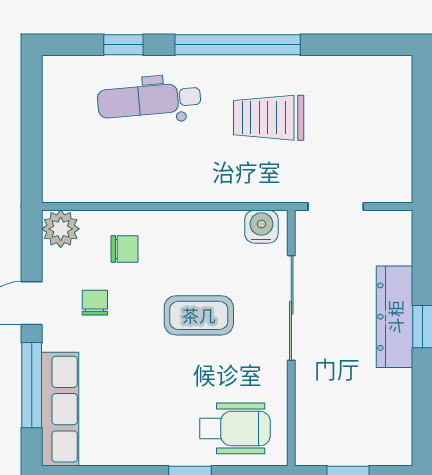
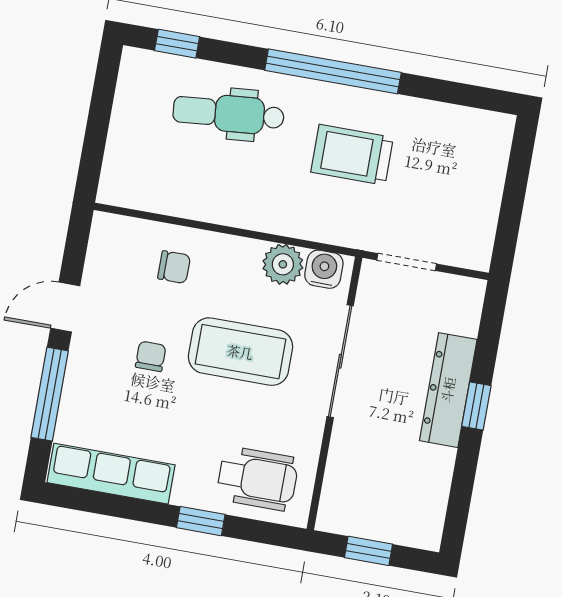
window: (123, 45) -> (177, 44), moved
plant: (61, 229) -> (283, 264), moved
chair: (95, 303) -> (151, 356), moved
coffee table: (199, 315) -> (240, 352), width x1.36, depth x1.32
row of seats: (60, 409) -> (111, 474), moved, turned -90

